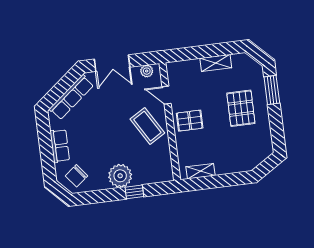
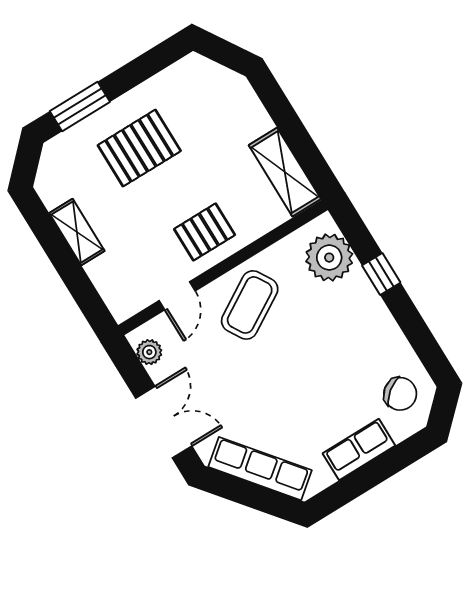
pallet: (190, 121) -> (205, 232), turned 90
shelving: (200, 171) -> (285, 172), width x1.50, depth x1.33
plant: (120, 176) -> (329, 258), moved

